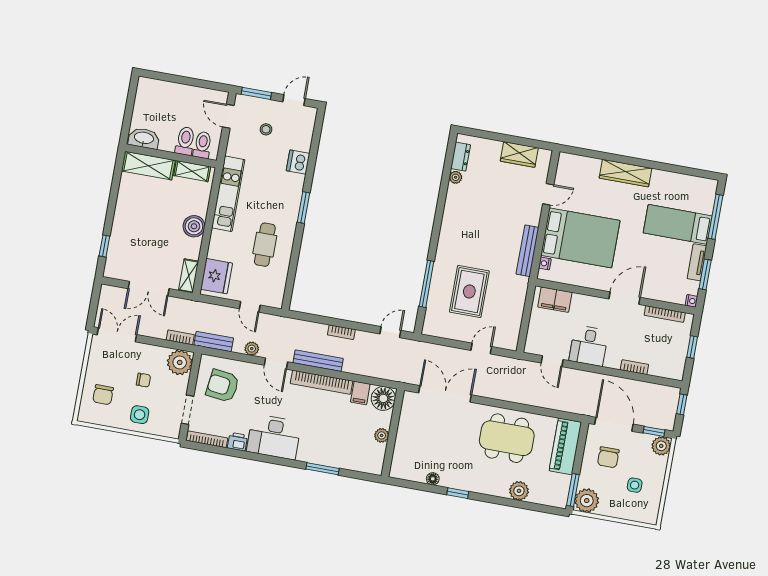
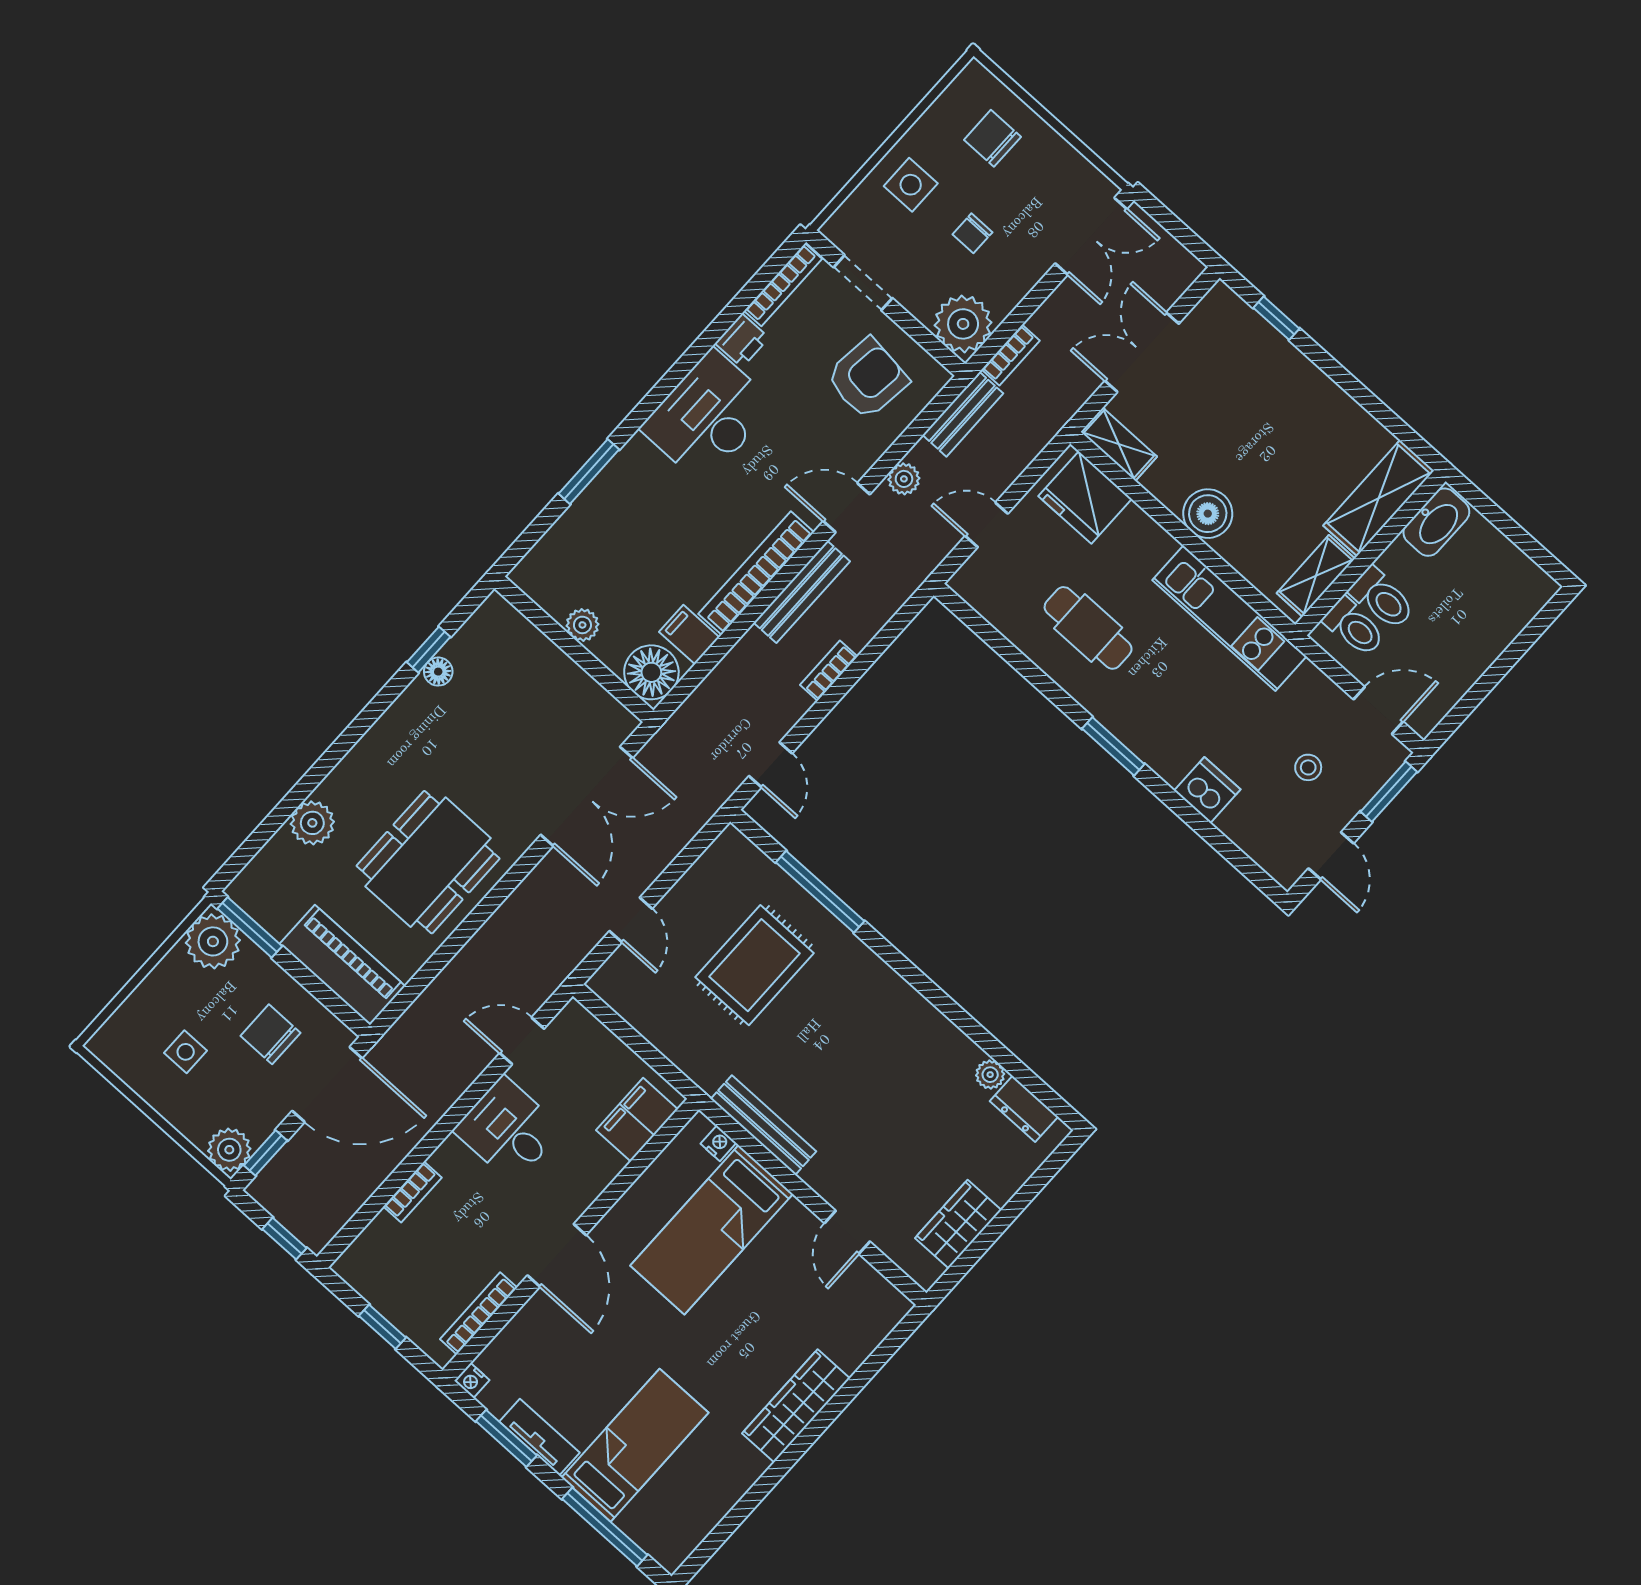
bed: (580, 238) -> (712, 1230), width x0.67
rug: (469, 291) -> (755, 965), turned 90
window: (458, 493) -> (429, 650), moved

